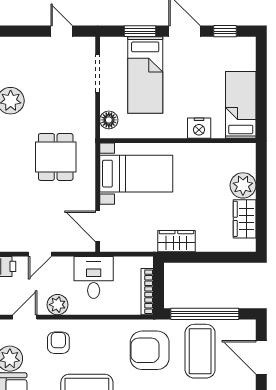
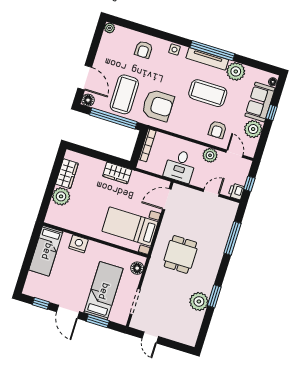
door: (98, 226) -> (167, 199), swing flipped
door: (25, 317) -> (234, 154), swing flipped
floor lamp: (247, 328) -> (88, 100), added

